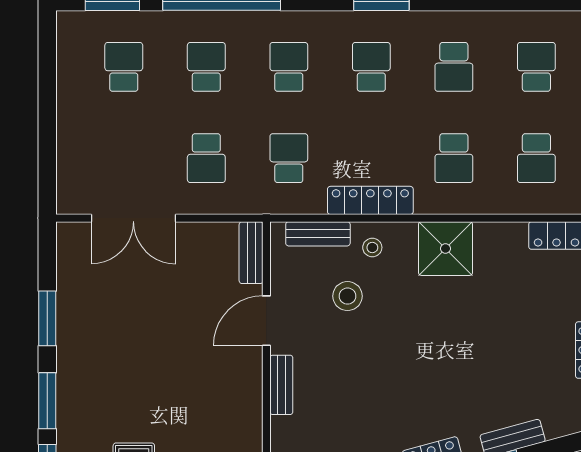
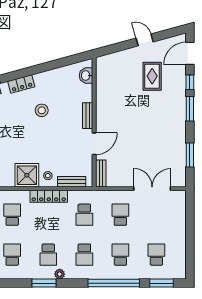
plant: (345, 22) -> (60, 274), added
school desk: (124, 67) -> (156, 255), turned 180
school desk: (206, 67) -> (120, 255), turned 180
shower: (445, 249) -> (27, 175), moved
stool: (347, 296) -> (42, 110), moved
window: (47, 318) -> (190, 155), moved

